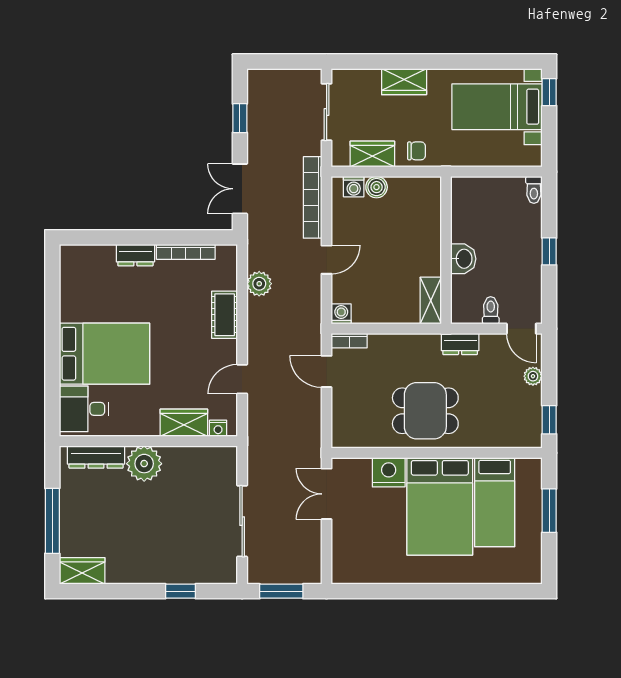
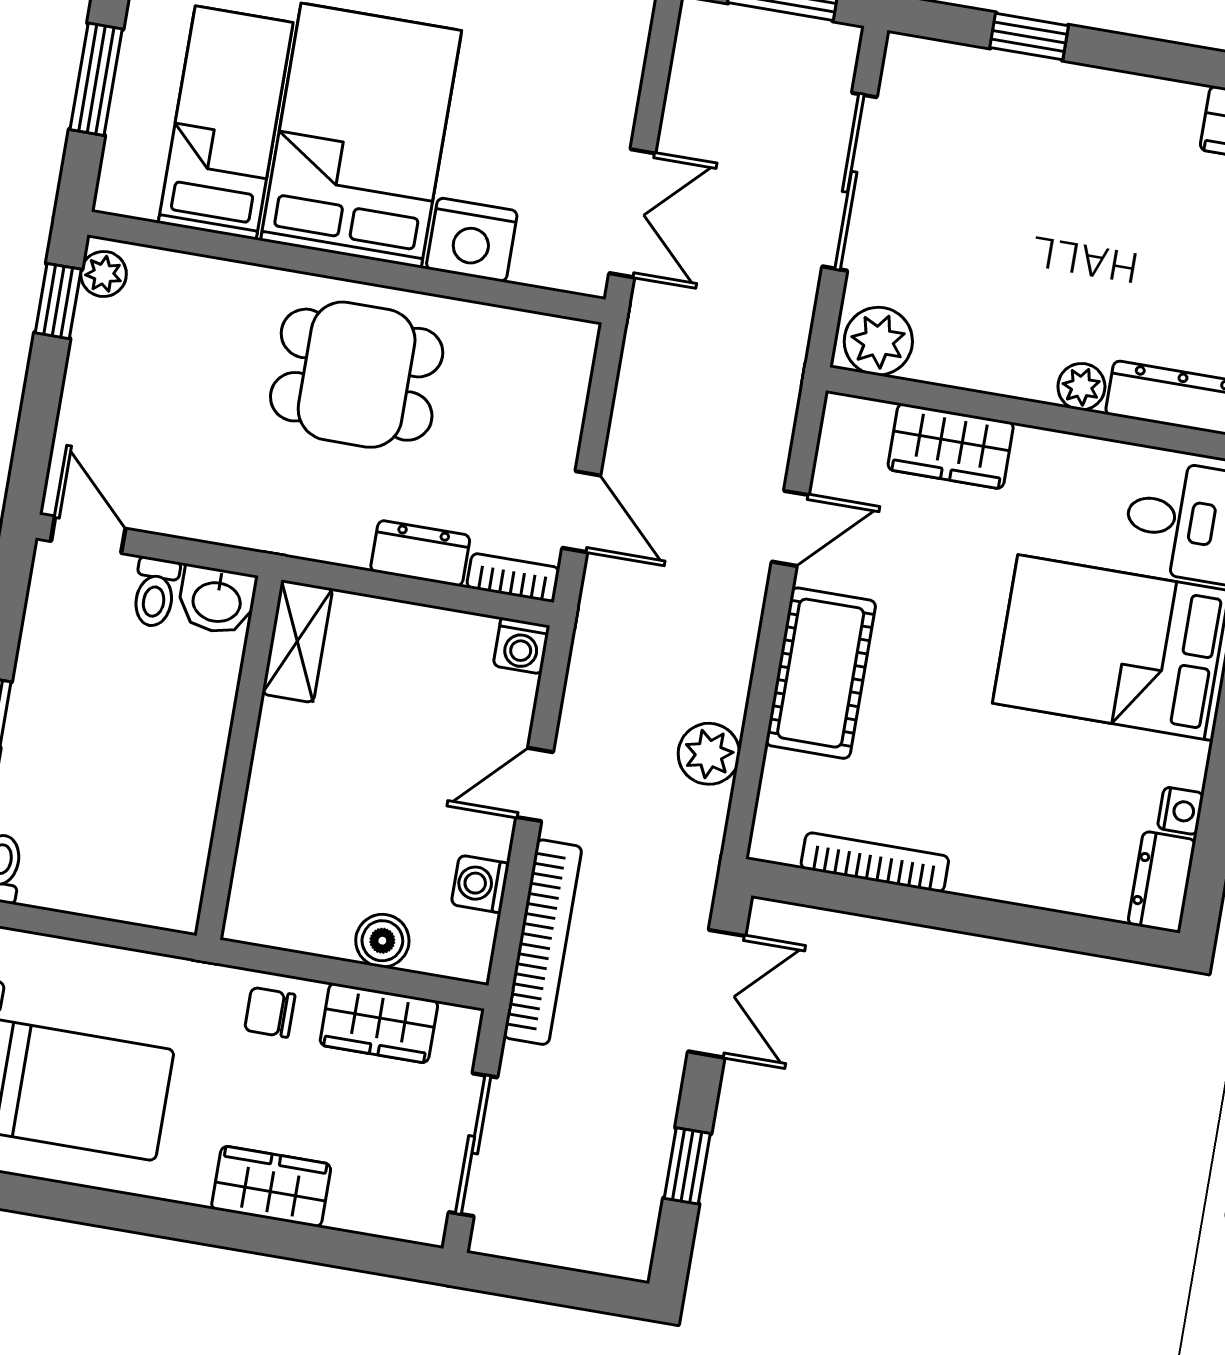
washing machine: (354, 187) -> (480, 884), moved, turned -90
dresser: (135, 255) -> (1162, 882), moved, turned -90
washbasin: (463, 259) -> (217, 600), moved, turned -90
cot: (225, 315) -> (821, 673), width x1.37, depth x1.34
dresser: (460, 344) -> (420, 553), moved
plant: (533, 376) -> (104, 274), moved
nightstand: (218, 428) -> (1181, 811), moved, turned 90
plant: (220, 460) -> (878, 341), added
plant: (144, 464) -> (1081, 387), width x0.53, depth x0.53

